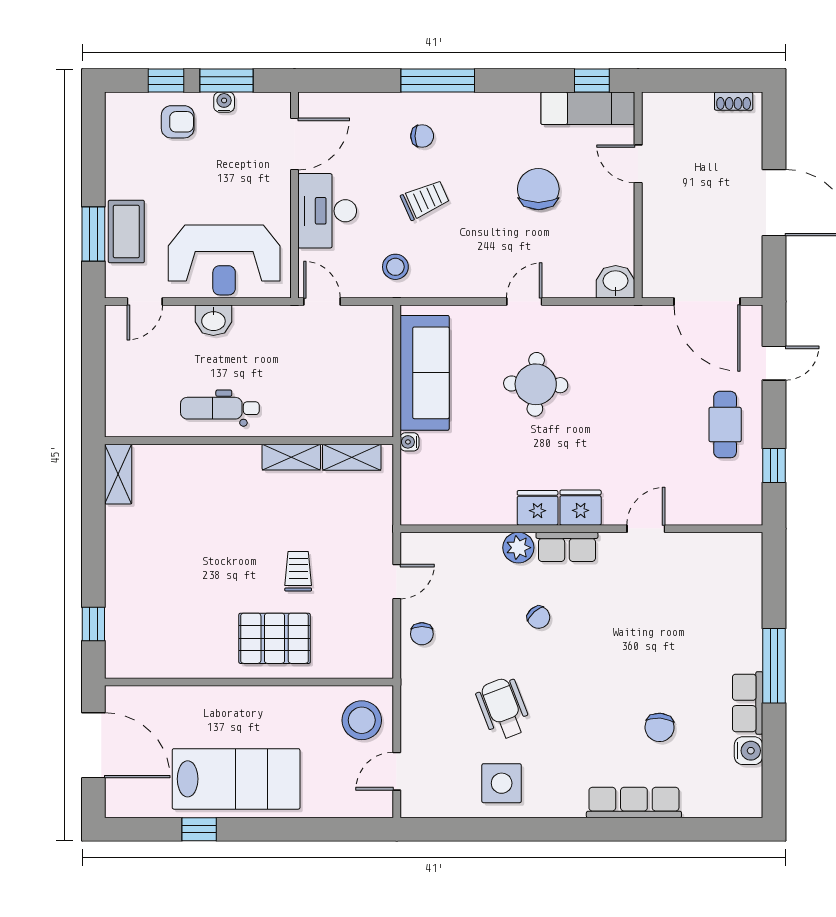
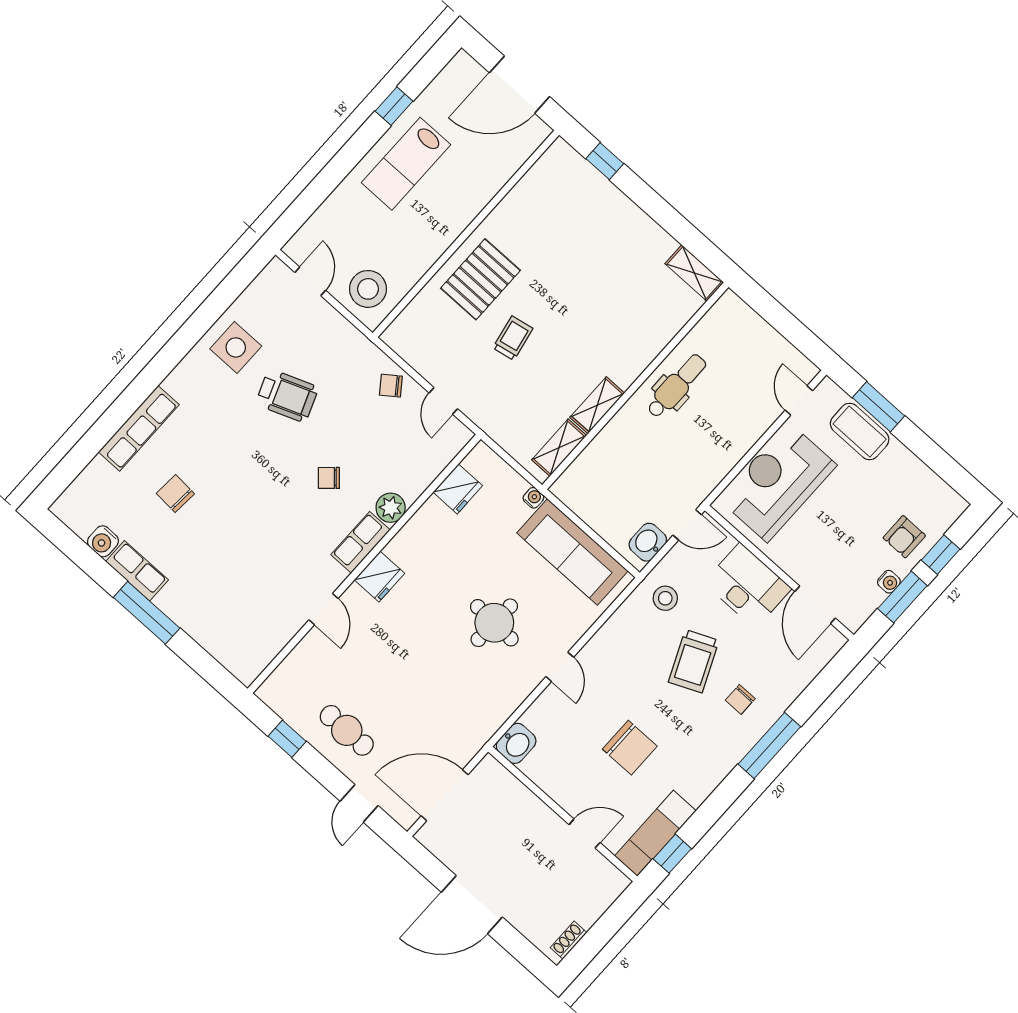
trolley: (425, 200) -> (694, 661), width x1.36, depth x1.39
washbasin: (213, 320) -> (648, 542), moved
fridge: (538, 508) -> (458, 489), moved
trolley: (298, 571) -> (513, 338), turned -101
chair: (422, 634) -> (391, 386), turned -36
lab bench: (236, 779) -> (406, 164), width x0.73, depth x0.72

